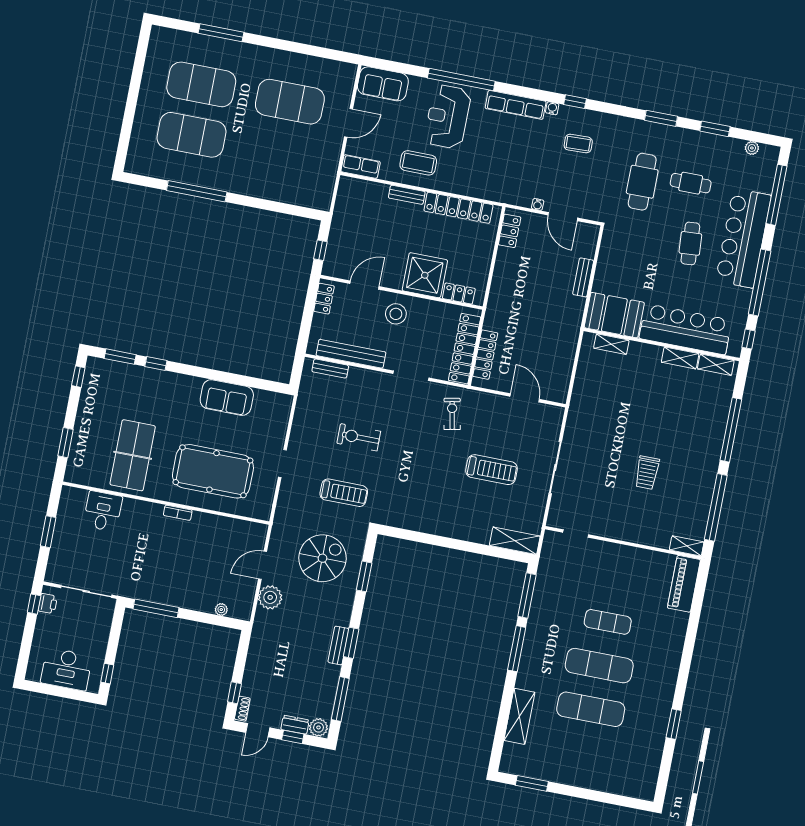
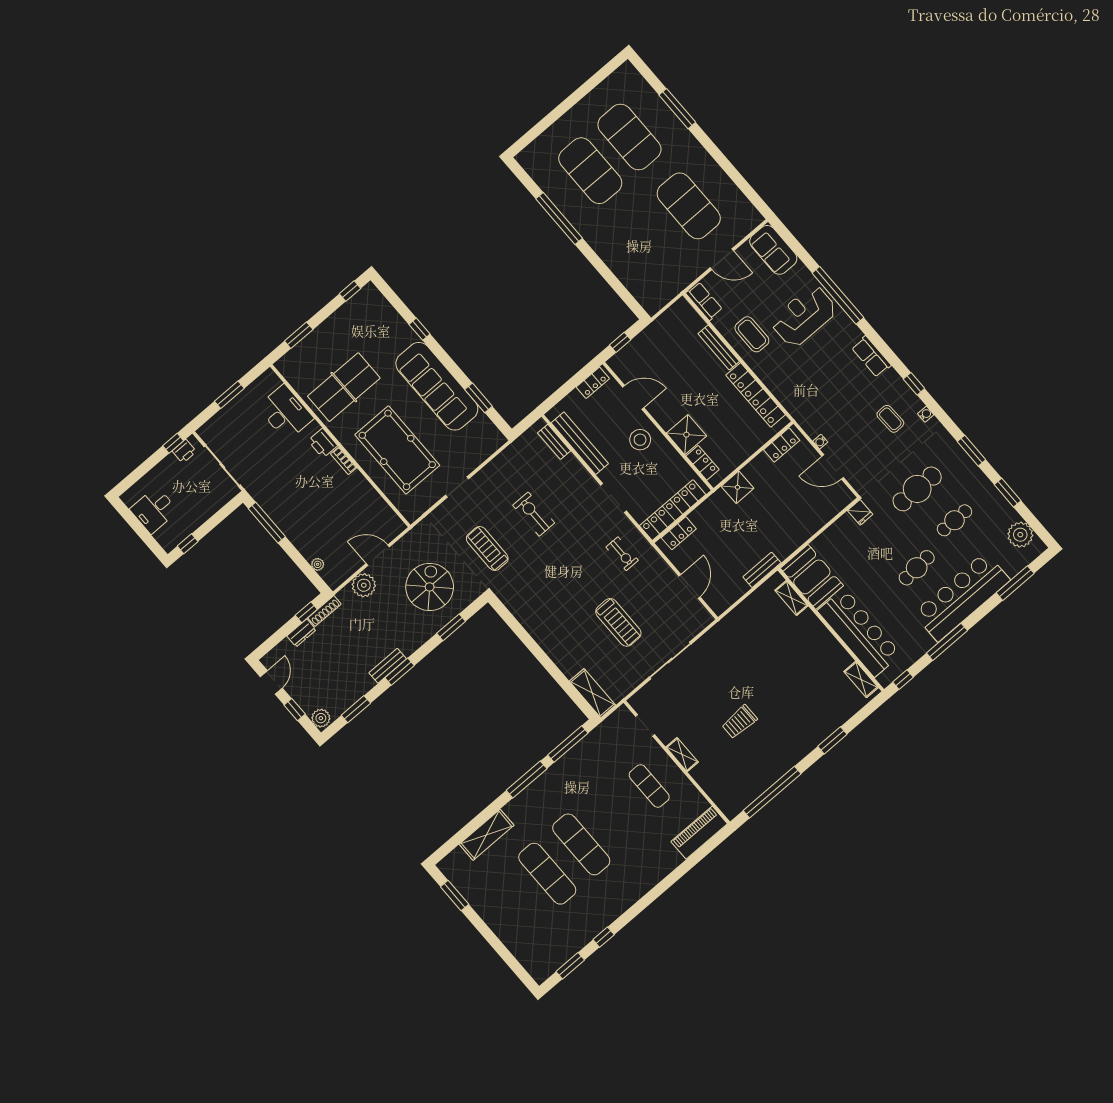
row of seats: (516, 105) -> (871, 357), width x0.68
water cooler: (552, 108) -> (926, 414), moved
plant: (752, 148) -> (1020, 535), width x1.88, depth x1.88
cafe table: (691, 183) -> (954, 520), turned 90
bench: (407, 195) -> (719, 347), width x1.36
window: (777, 195) -> (1015, 583), width x0.68
door: (563, 217) -> (833, 467), hinge flipped
fridge: (612, 235) -> (860, 512), added
shower: (425, 275) -> (686, 435), width x0.73, depth x0.73
bench: (583, 277) -> (762, 570), moved
window: (760, 282) -> (947, 642), width x0.68
shower: (501, 291) -> (738, 487), added
locker: (485, 355) -> (679, 533), width x0.66
window: (120, 357) -> (479, 398), moved
shelving: (680, 358) -> (837, 652), removed
sofa: (227, 398) -> (437, 386), width x1.85, depth x1.27
exercise bike: (452, 414) -> (622, 554), turned 101
window: (731, 430) -> (832, 740), width x0.47
treadmill: (344, 493) -> (487, 548), turned 180
desk: (103, 511) -> (285, 413), width x1.37
printer: (151, 512) -> (323, 443), added
shelving: (687, 546) -> (682, 755), moved
spiral stairs: (322, 558) -> (430, 587), turned -90
exercise mat: (608, 622) -> (649, 786), moved
desk: (66, 669) -> (154, 510), width x0.73
window: (234, 693) -> (306, 612), moved
window: (340, 699) -> (356, 709), width x0.69
shoe rack: (242, 709) -> (324, 611), moved, width x1.43
window: (674, 724) -> (604, 937), width x0.67
dresser: (295, 725) -> (301, 633), moved, turned 90
door: (258, 730) -> (271, 682), swing flipped
window: (665, 767) -> (570, 966), added

